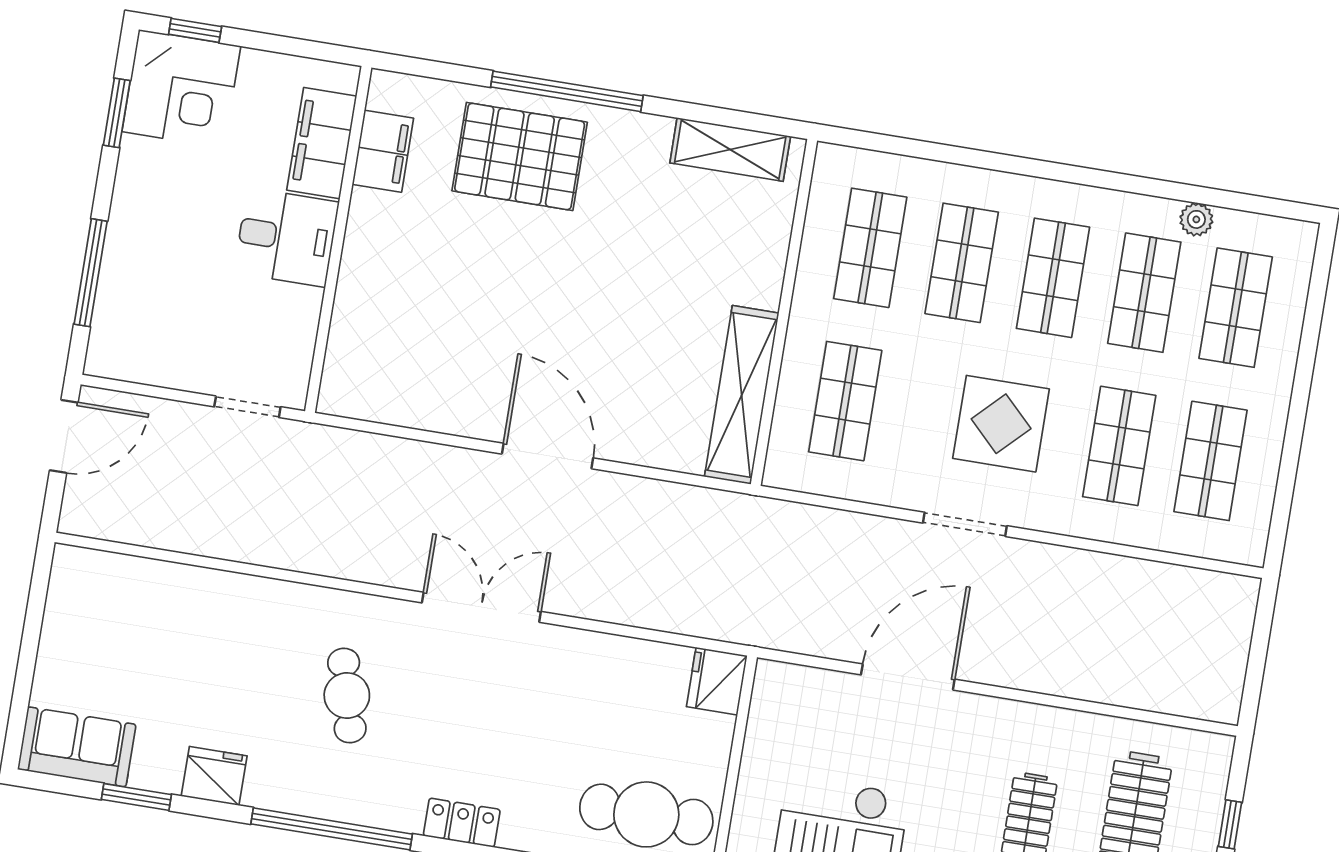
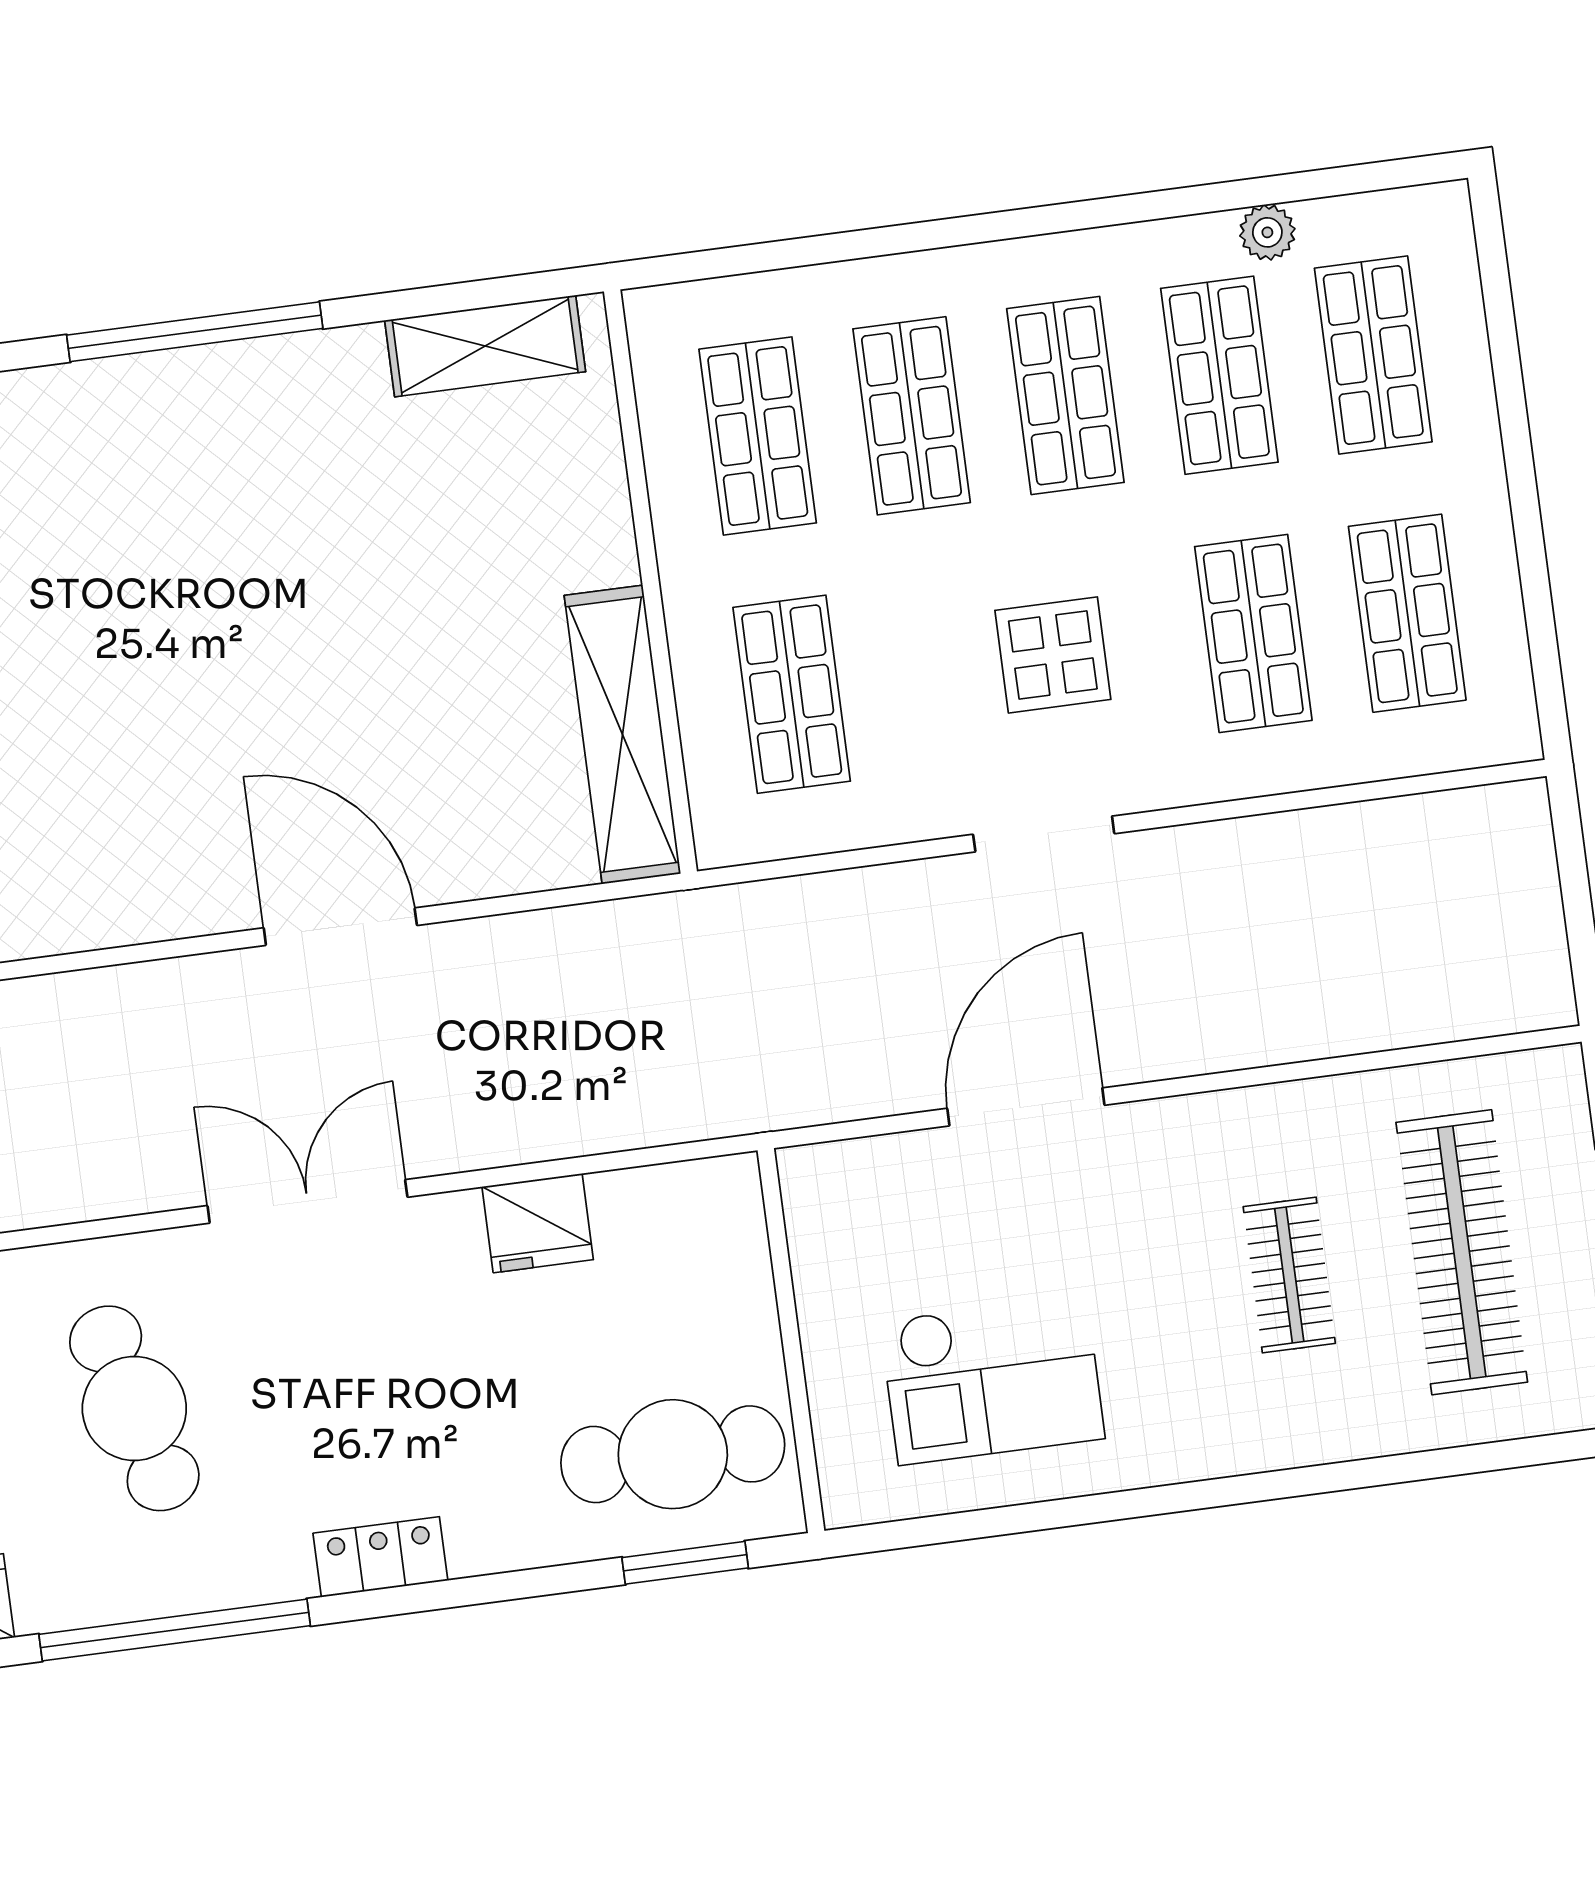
pallet: (520, 156) -> (150, 459), removed
display table: (1001, 424) -> (1053, 655), width x0.73, depth x0.73
fridge: (717, 681) -> (538, 1223), moved, turned -90
cafe table: (347, 696) -> (134, 1408), width x1.37, depth x1.35

